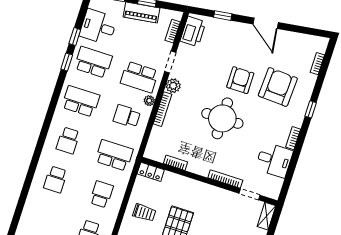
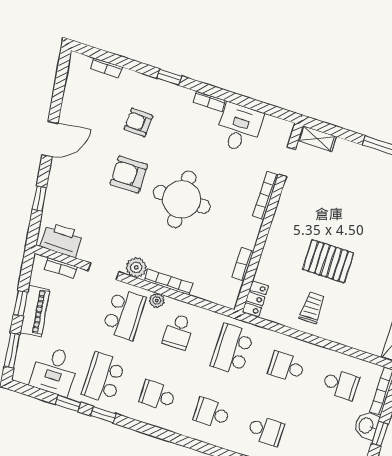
armchair: (278, 87) -> (138, 122), width x0.53, depth x0.53
school desk: (81, 101) -> (158, 395), width x0.54
school desk: (68, 140) -> (212, 413), turned 180

